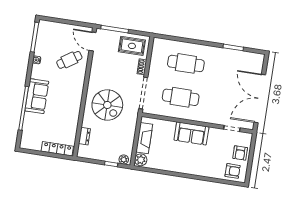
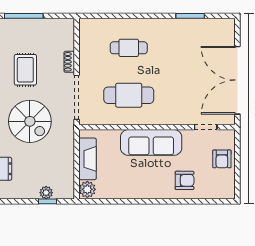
rug: (132, 46) -> (25, 70), moved, turned 90
cafe table: (186, 63) -> (129, 48), width x0.73, depth x0.74
sofa: (191, 133) -> (151, 142), width x1.36
plant: (124, 160) -> (46, 193), moved
armchair: (233, 171) -> (185, 180), moved

